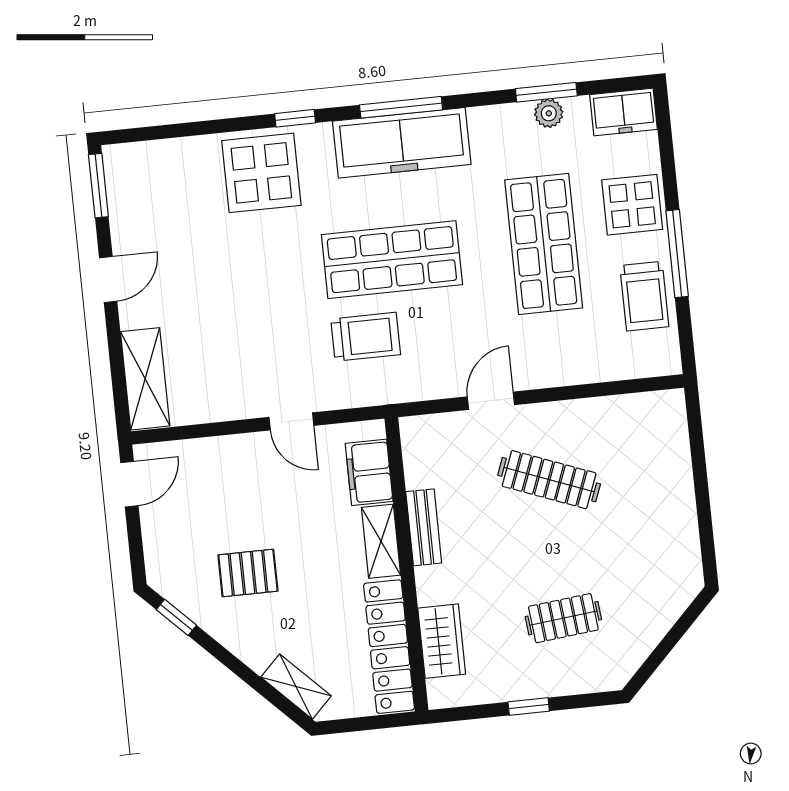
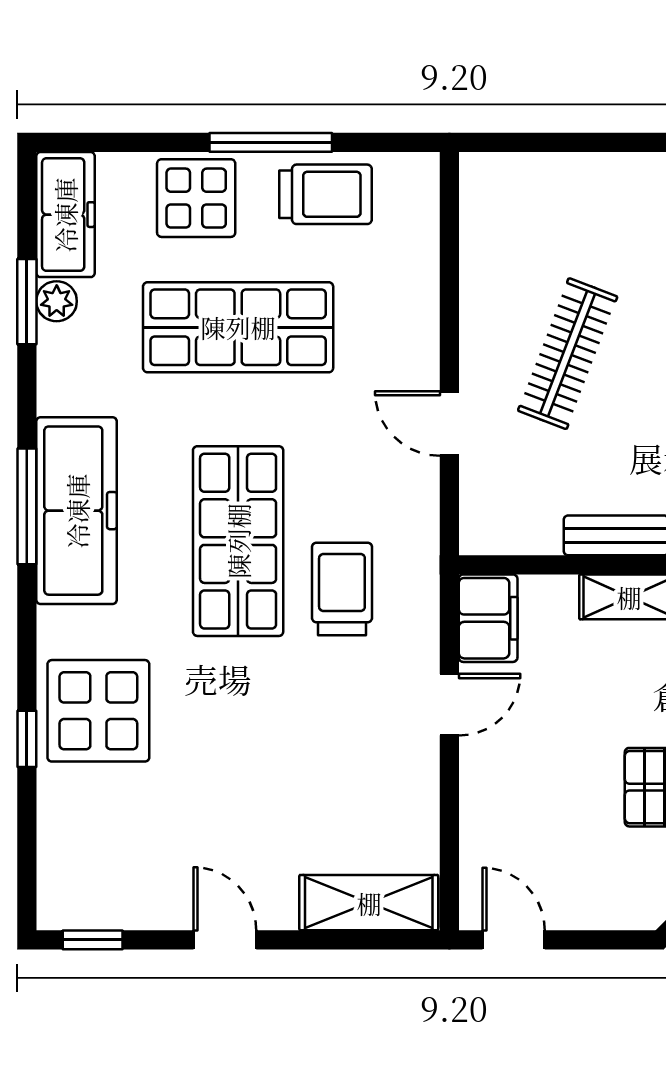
freezer: (624, 112) -> (65, 215), width x1.40
window: (295, 118) -> (27, 739), moved
window: (98, 186) -> (93, 940), width x0.67
filing cabinet: (369, 472) -> (488, 618), moved, turned -90

